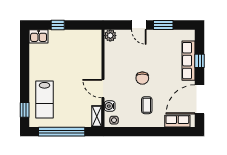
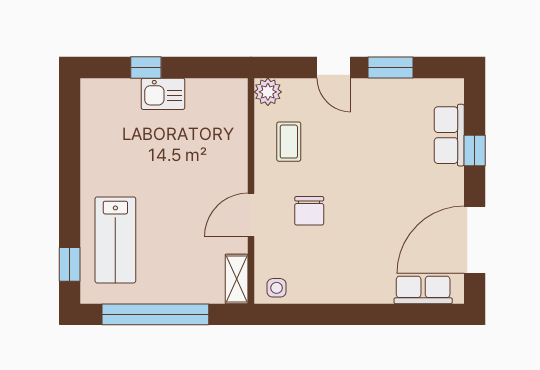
kitchen sink: (39, 36) -> (163, 94), moved
row of seats: (189, 61) -> (449, 135), width x0.68
chair: (142, 78) -> (309, 211), moved
door: (103, 89) -> (251, 215), hinge flipped
coffee table: (147, 105) -> (289, 142), moved
water cooler: (110, 106) -> (266, 255), removed

